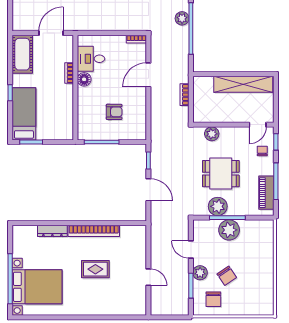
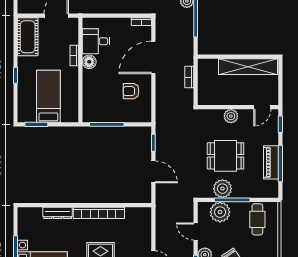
door: (148, 75) -> (153, 57), width x1.36
armchair: (114, 112) -> (131, 91), moved, turned 180
bed: (24, 114) -> (48, 96), moved
plant: (212, 134) -> (231, 116), moved
chair: (262, 151) -> (267, 133), removed
piano: (266, 193) -> (271, 162), moved
plant: (229, 230) -> (220, 212), moved
cafe table: (253, 237) -> (257, 219), added

